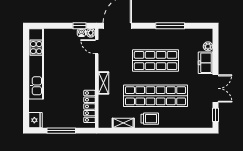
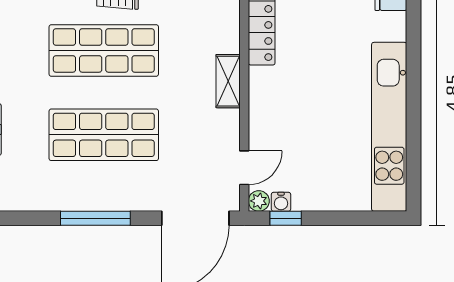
window: (170, 26) -> (95, 218), moved
door: (97, 47) -> (244, 168), hinge flipped
shop shelf: (156, 96) -> (104, 50), width x0.71

